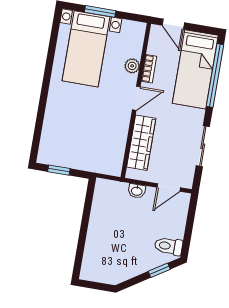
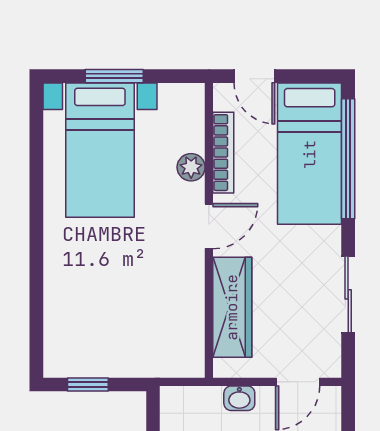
bookcase: (149, 69) -> (223, 153), width x1.56

